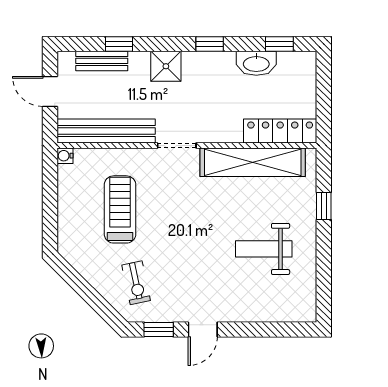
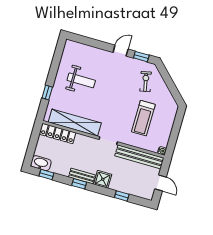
bench: (102, 61) -> (82, 176), moved
washbasin: (256, 63) -> (41, 163), moved

